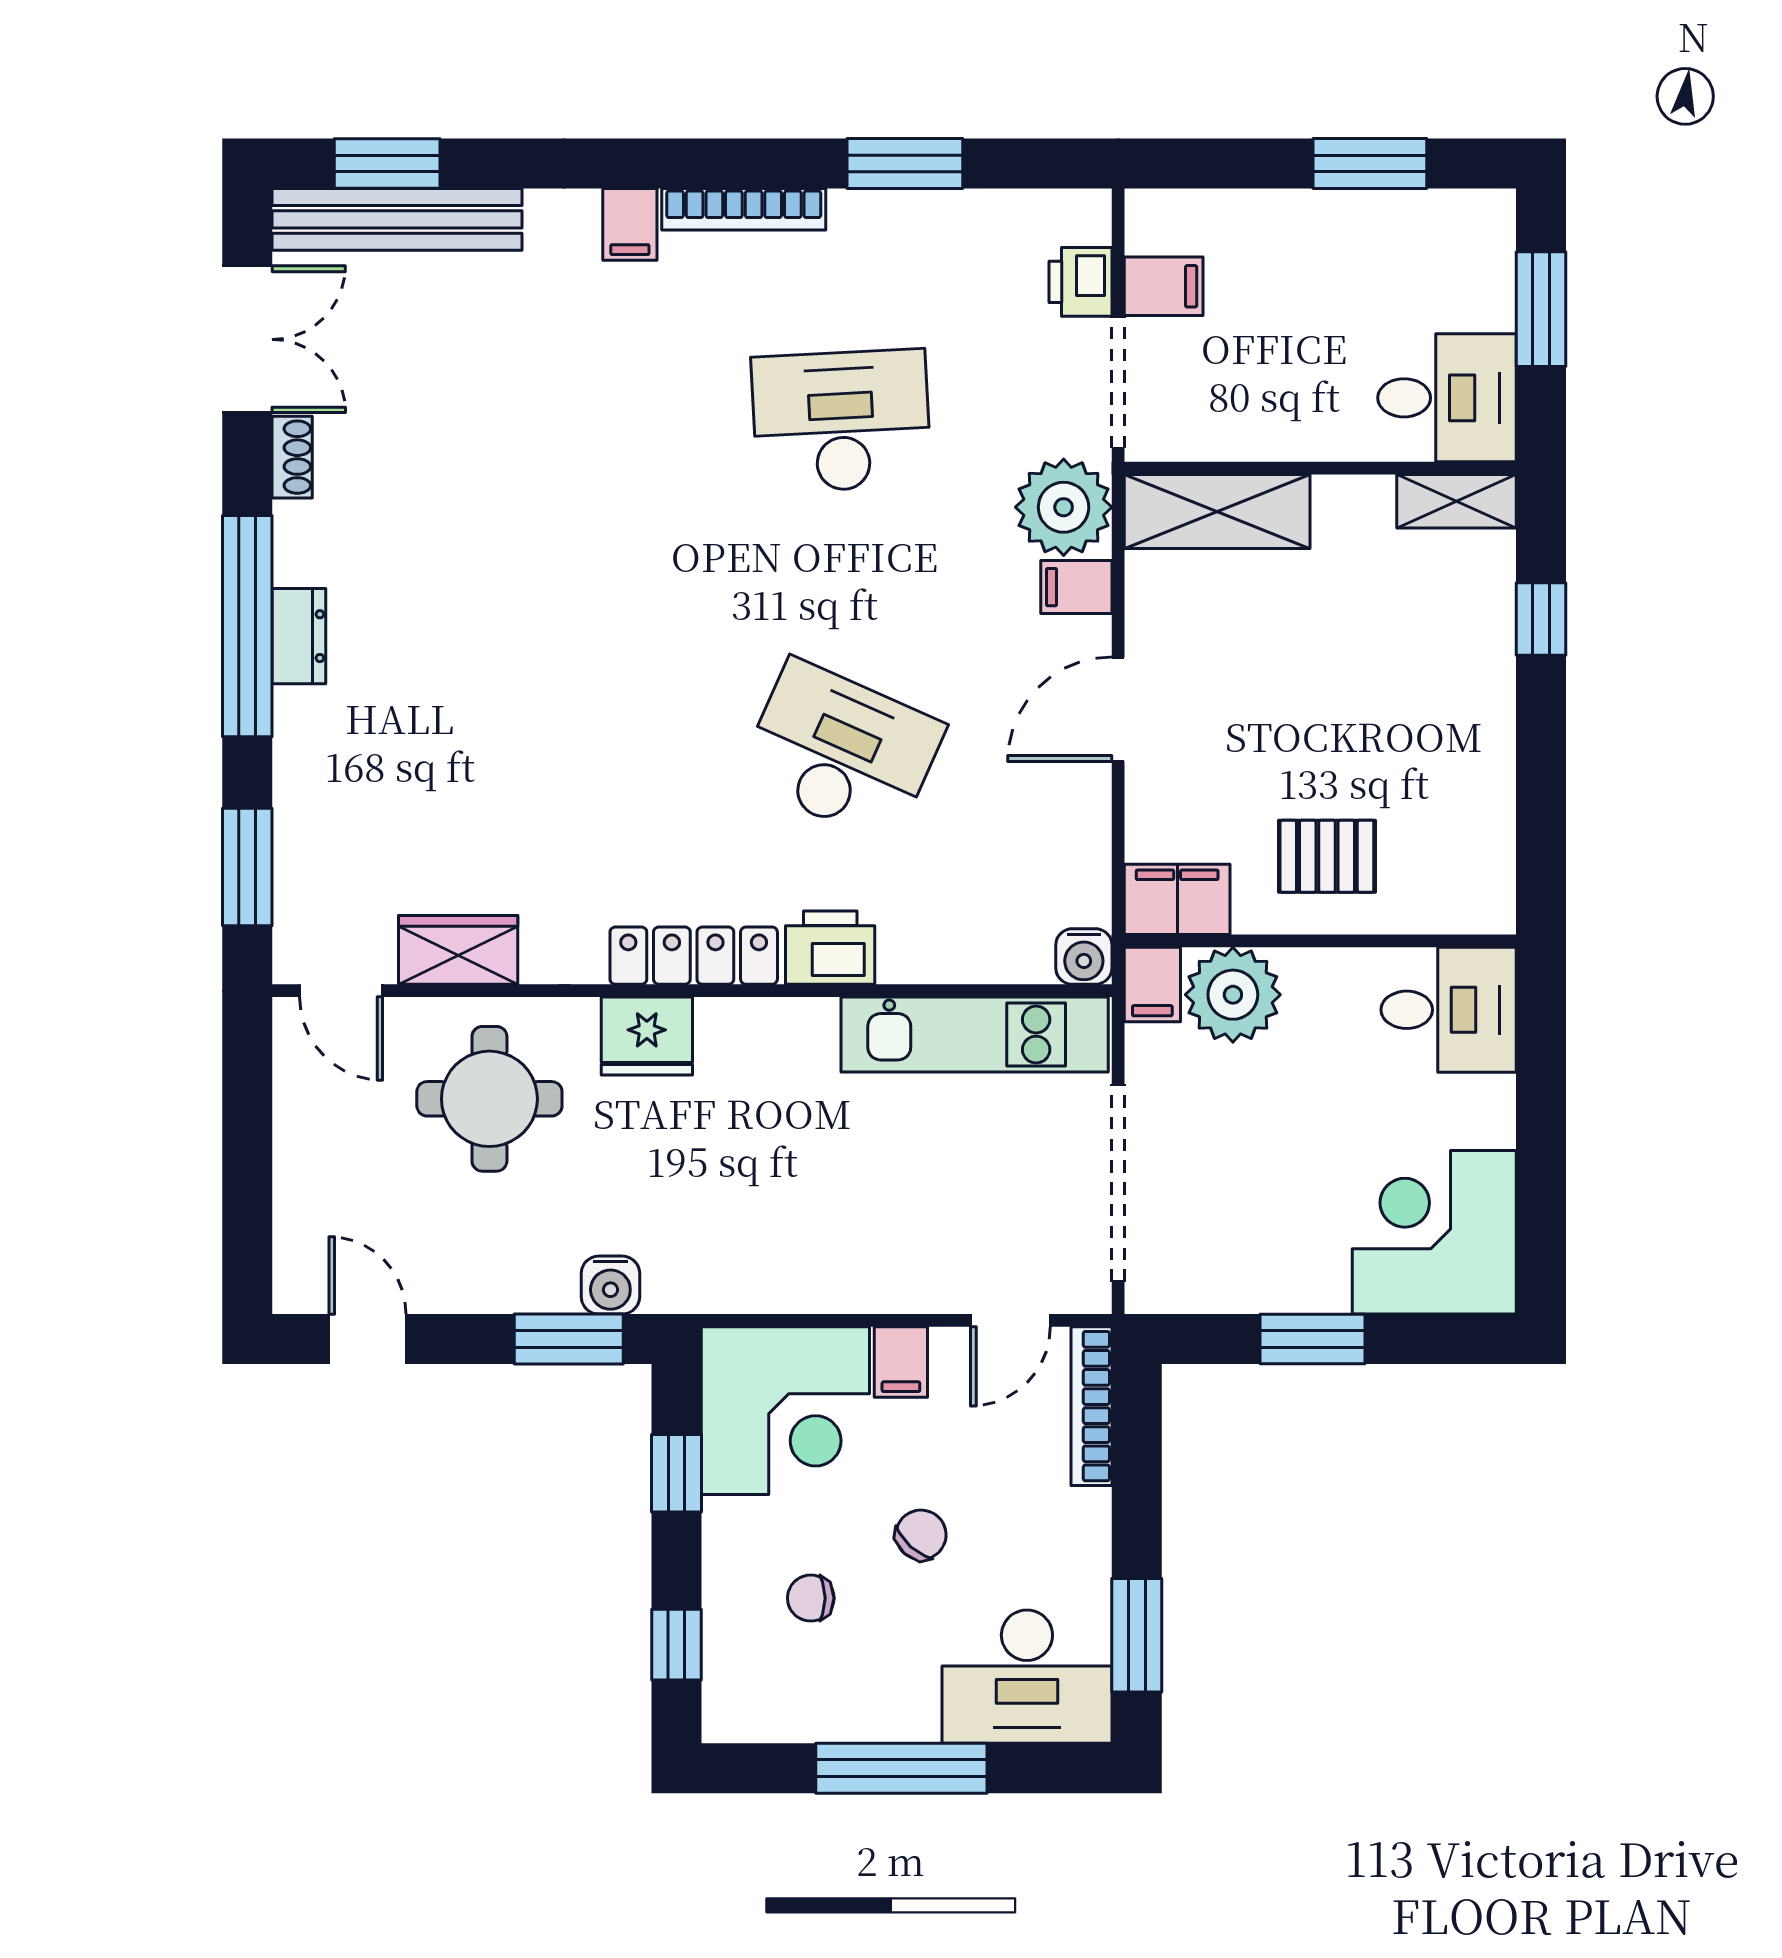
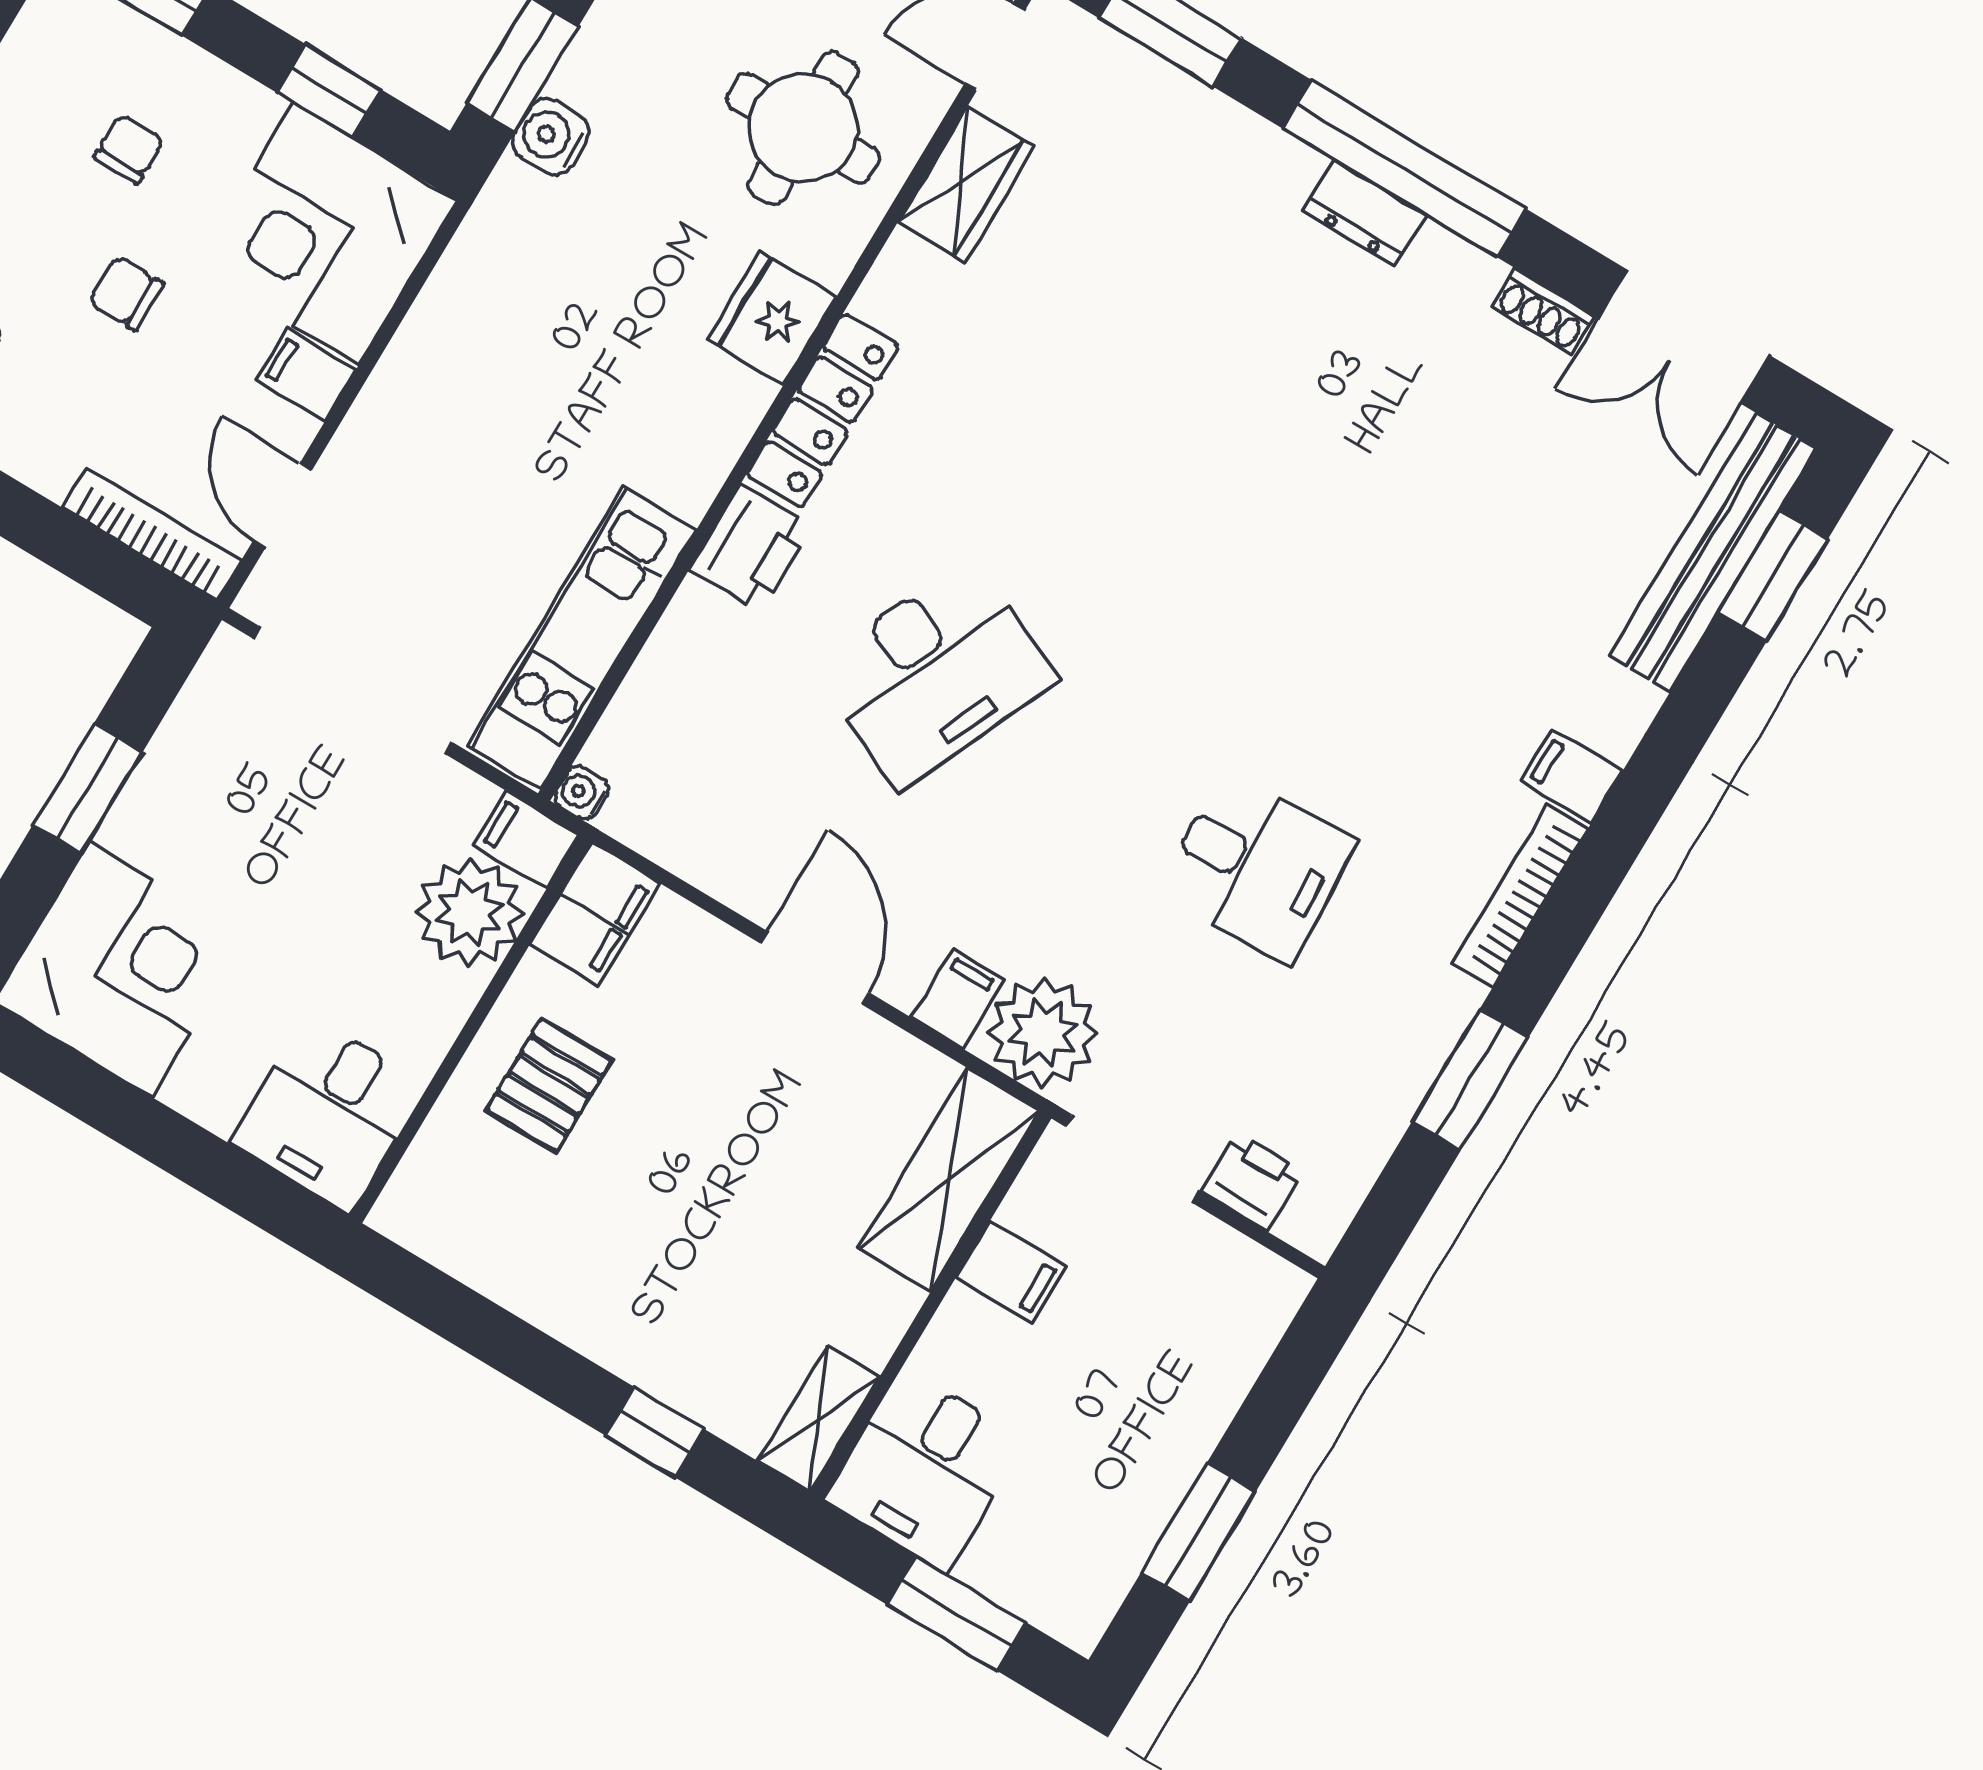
filing cabinet: (1164, 286) -> (1011, 1272), moved, turned -90
desk: (841, 421) -> (1257, 867), width x0.73
water cooler: (1084, 956) -> (582, 793), width x0.72, depth x0.72
chair: (921, 1535) -> (126, 293), turned 138

